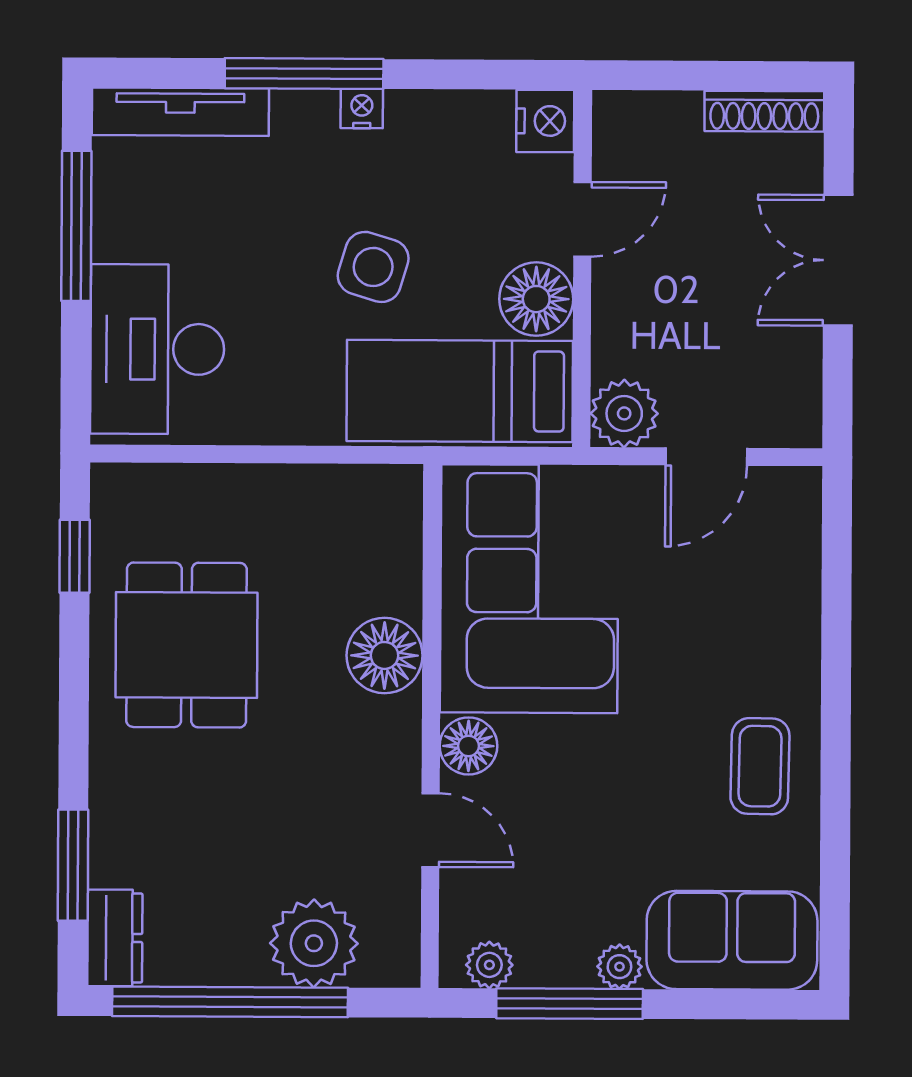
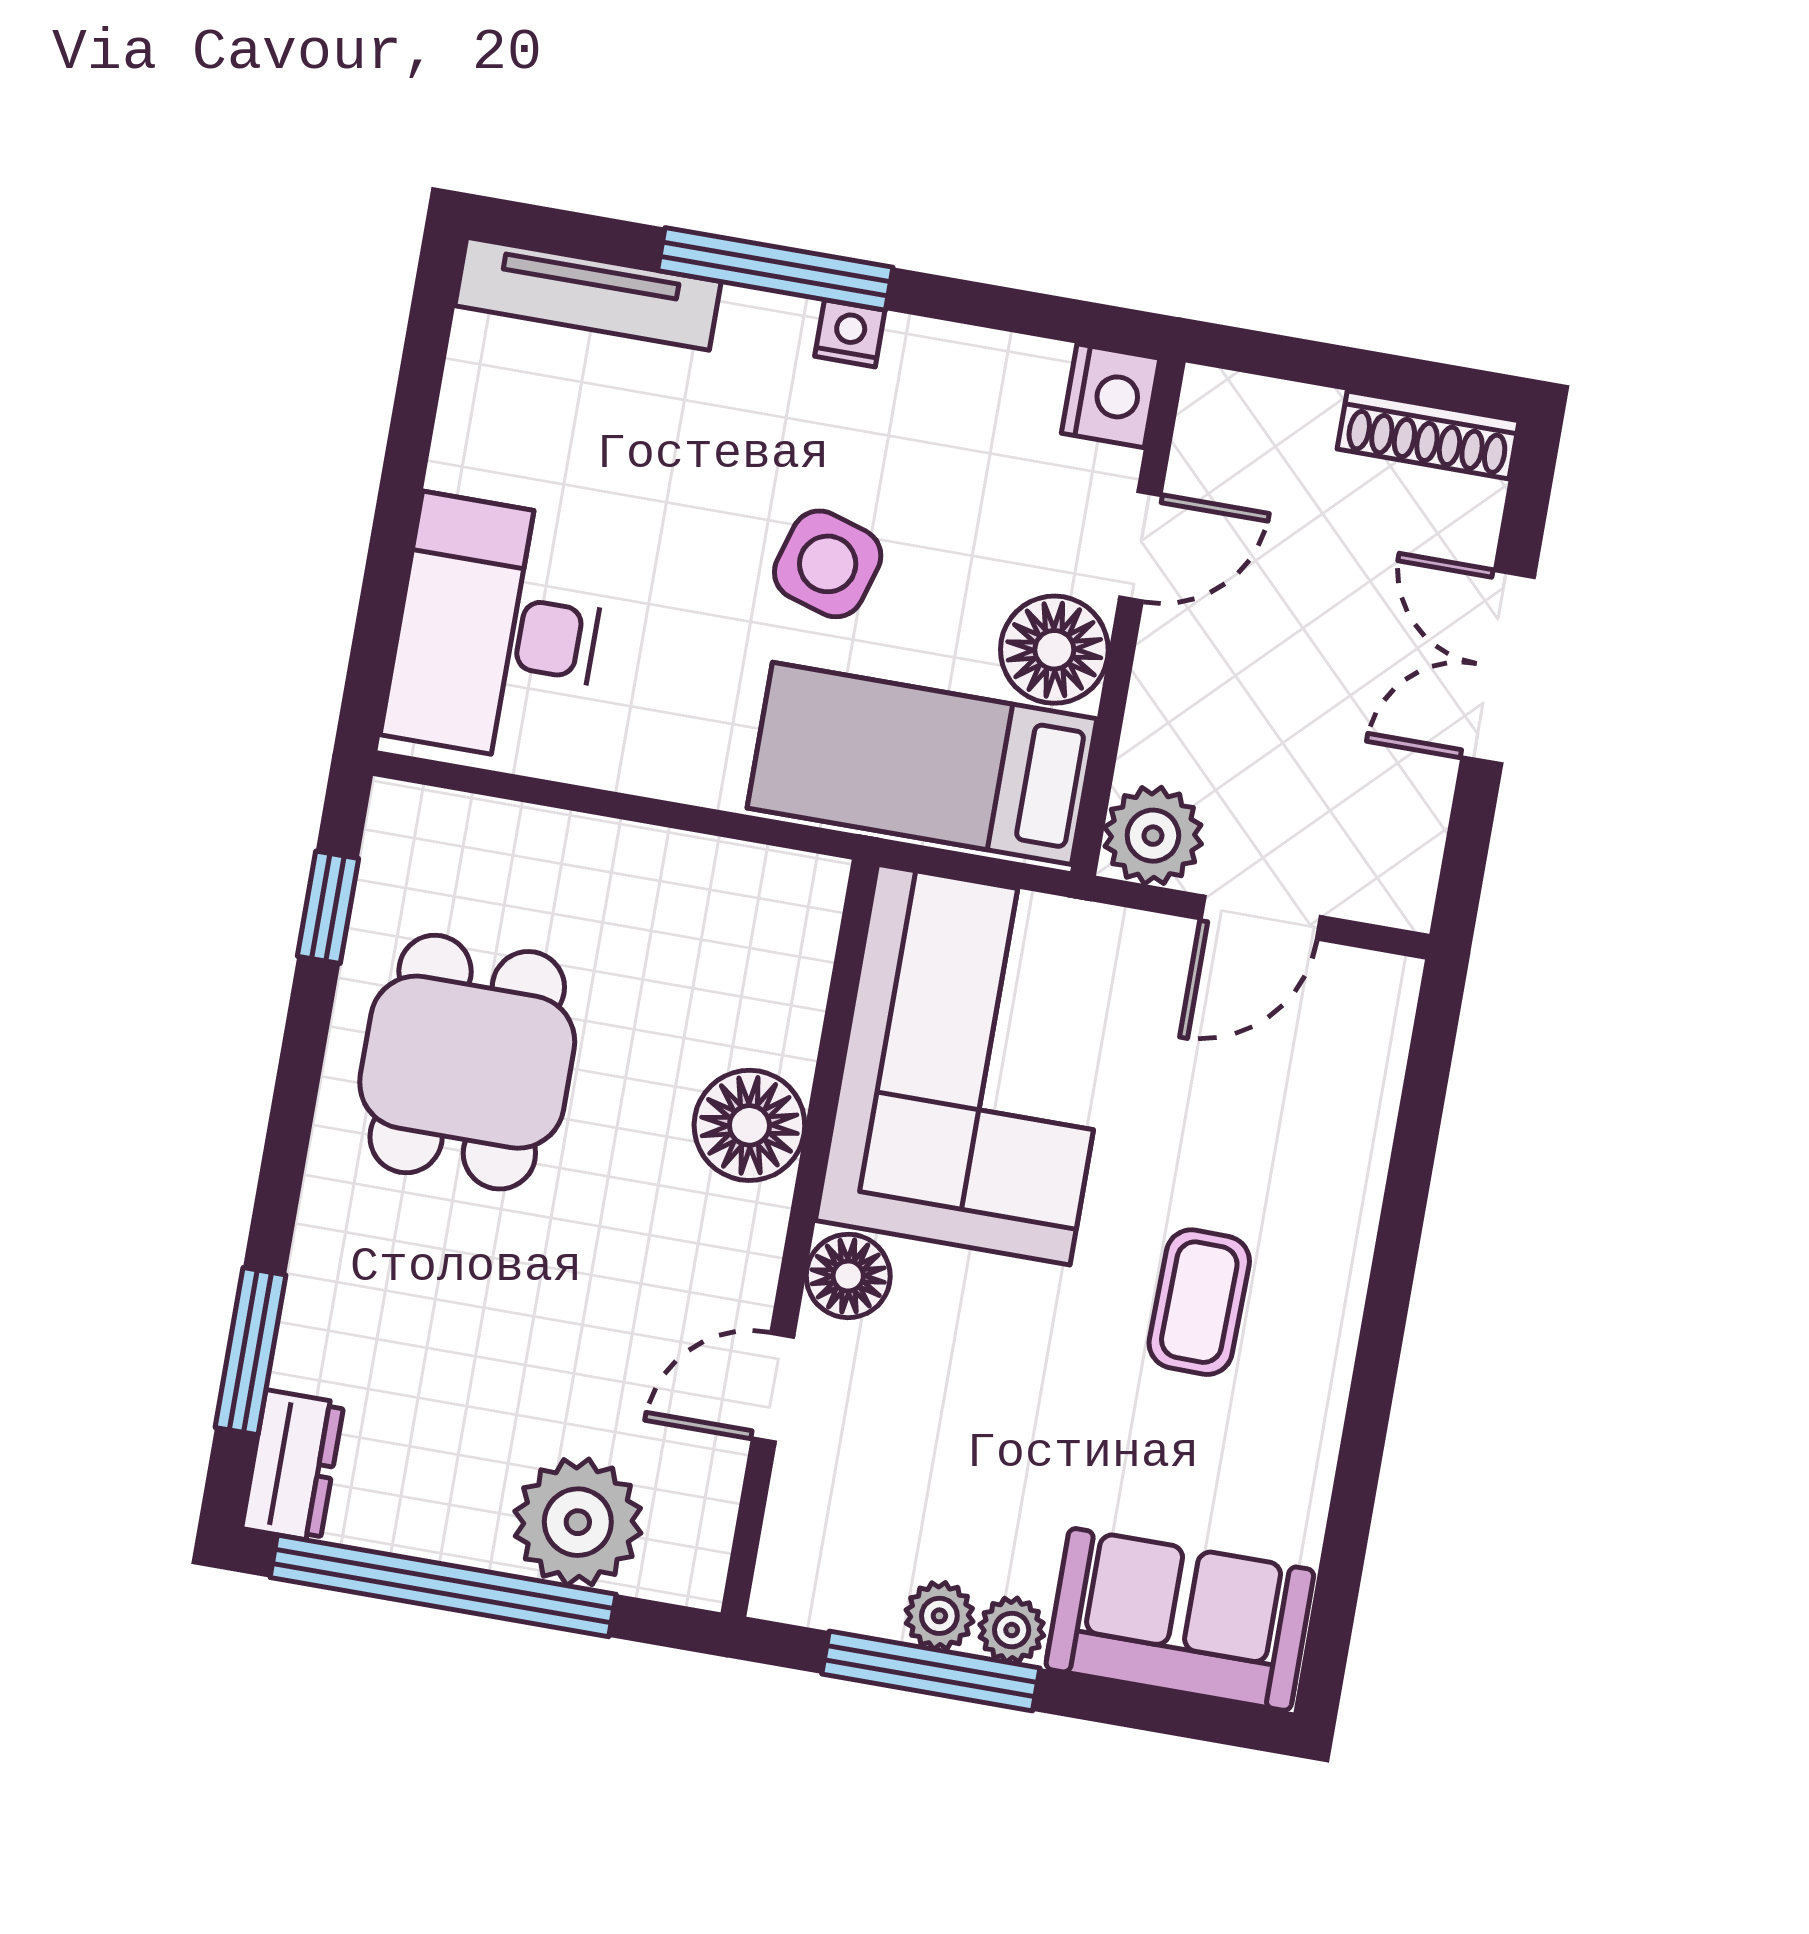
window: (76, 226) -> (411, 433), removed
coffee table: (760, 766) -> (1199, 1302), moved
door: (430, 830) -> (773, 1388), swing flipped
plant: (489, 965) -> (939, 1616), moved

